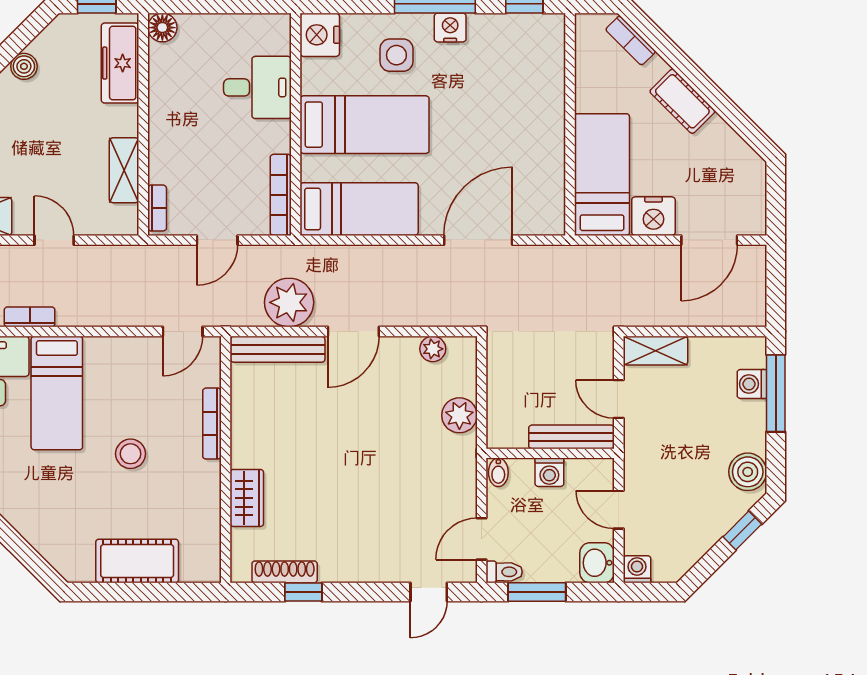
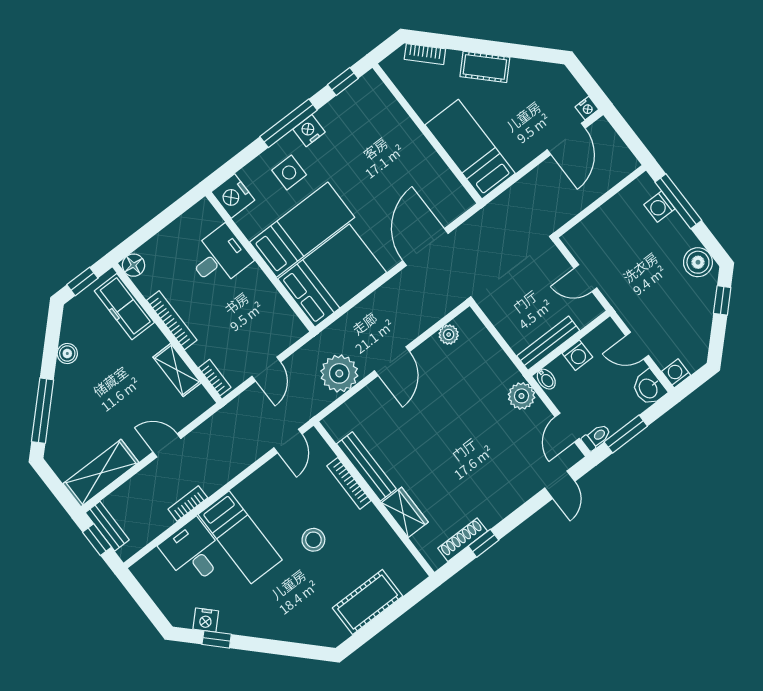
bookcase: (281, 195) -> (172, 320), moved, turned 180
bed: (359, 209) -> (332, 276), width x1.50
nightstand: (653, 216) -> (587, 108), moved, width x0.53, depth x0.56
bench: (278, 349) -> (366, 466), moved, turned 90
shelving: (655, 351) -> (585, 231), removed
plant: (459, 415) -> (522, 396), moved
bench: (571, 437) -> (548, 343), moved

